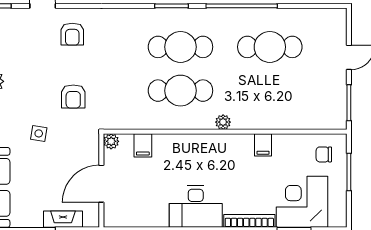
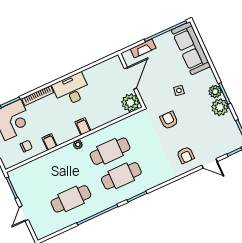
armchair: (72, 34) -> (186, 155), turned 180
plant: (111, 141) -> (130, 103), width x1.87, depth x1.87
filing cabinet: (143, 145) -> (83, 126), moved
chair: (324, 154) -> (26, 146), moved

